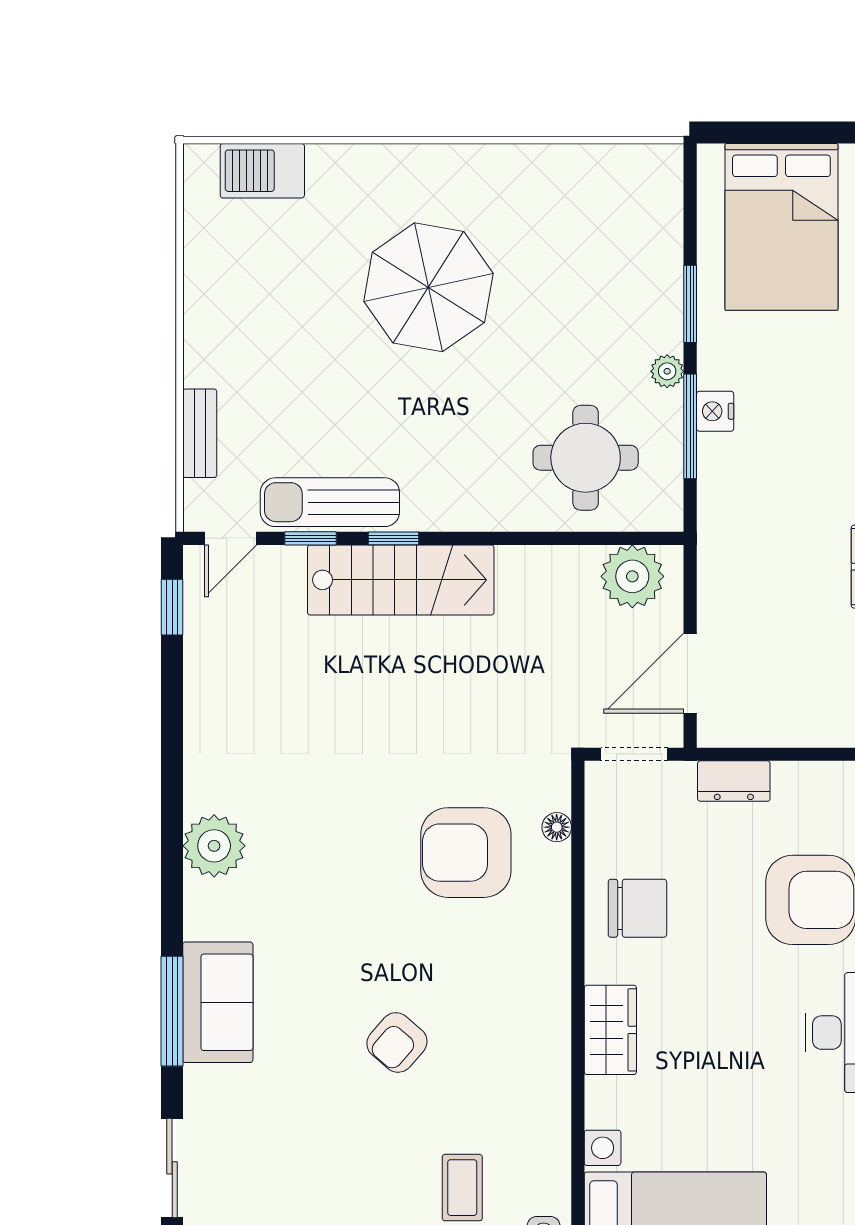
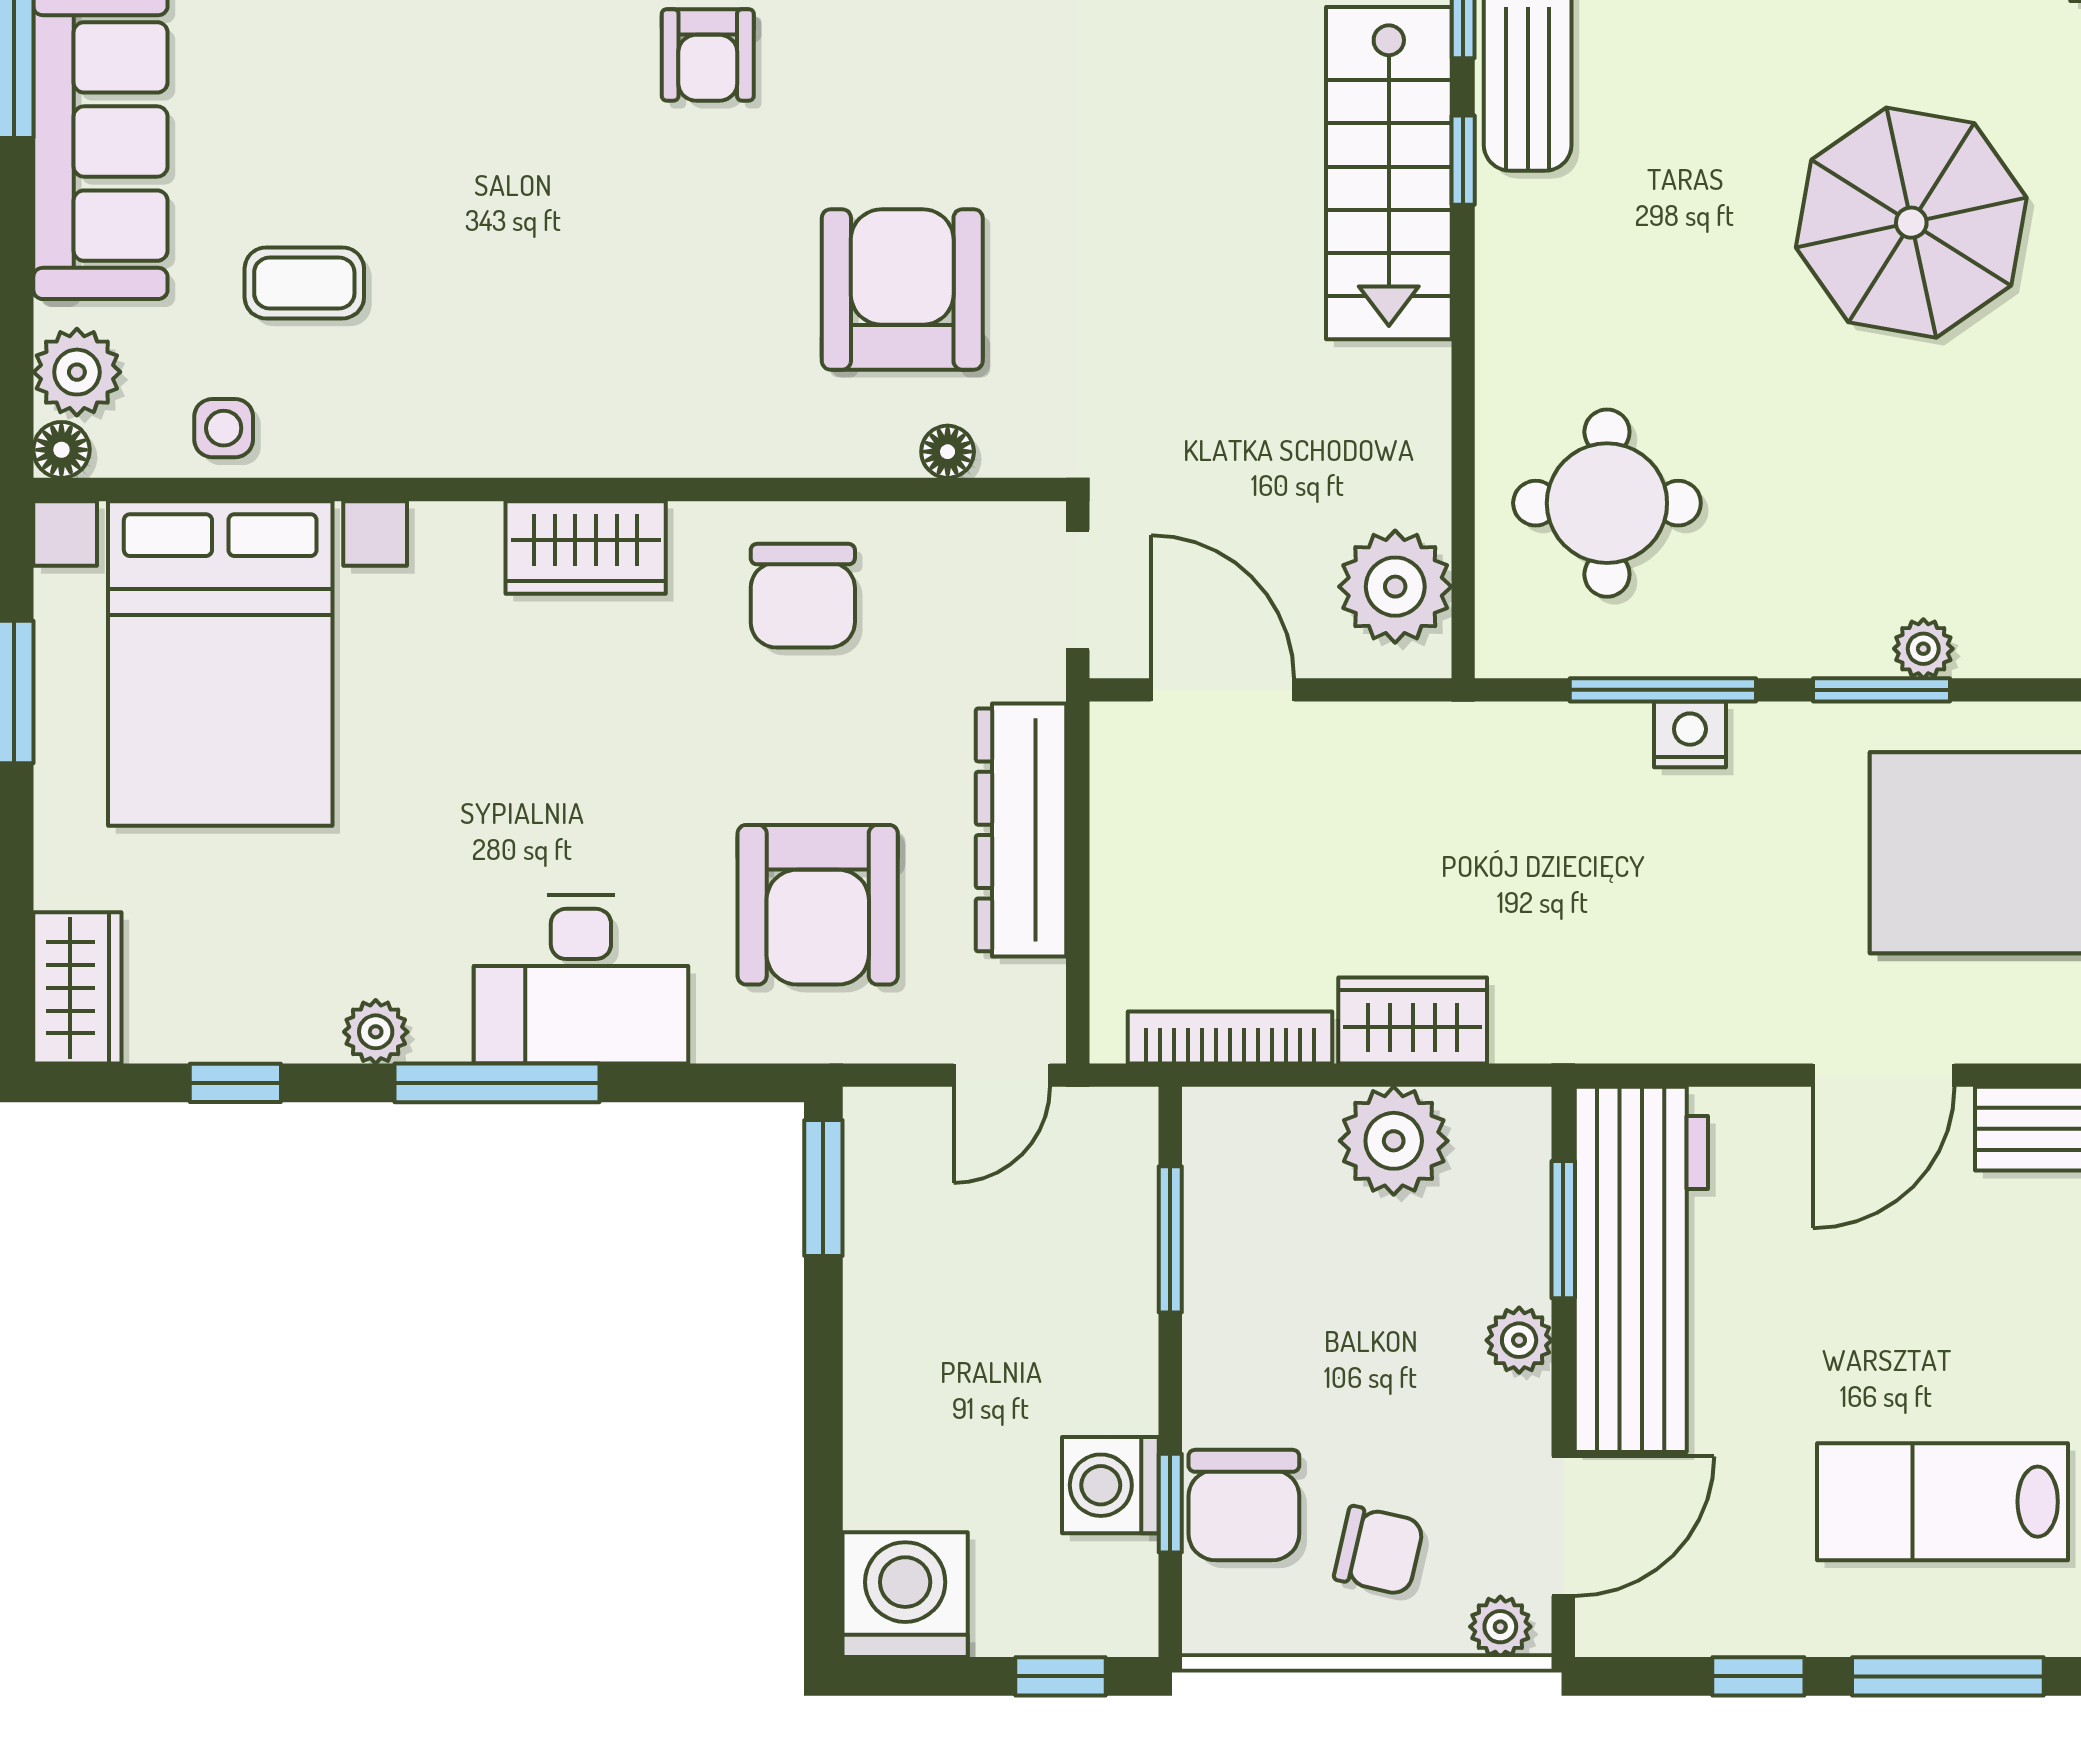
plant: (667, 371) -> (1923, 649), moved
dresser: (734, 781) -> (1021, 830), width x1.96, depth x1.24
armchair: (397, 1042) -> (708, 55), moved, turned -131

